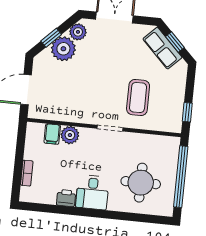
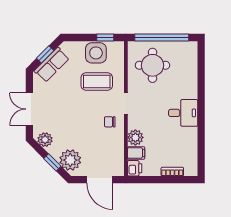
plant: (63, 49) -> (70, 160), moved
side table: (171, 100) -> (96, 53), added
chair: (91, 108) -> (110, 122), added
round table: (141, 183) -> (152, 65), moved
printer: (66, 198) -> (135, 168), moved, turned 180

